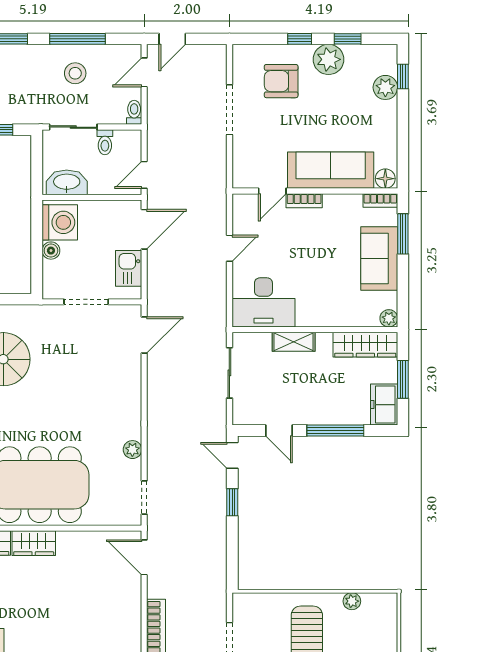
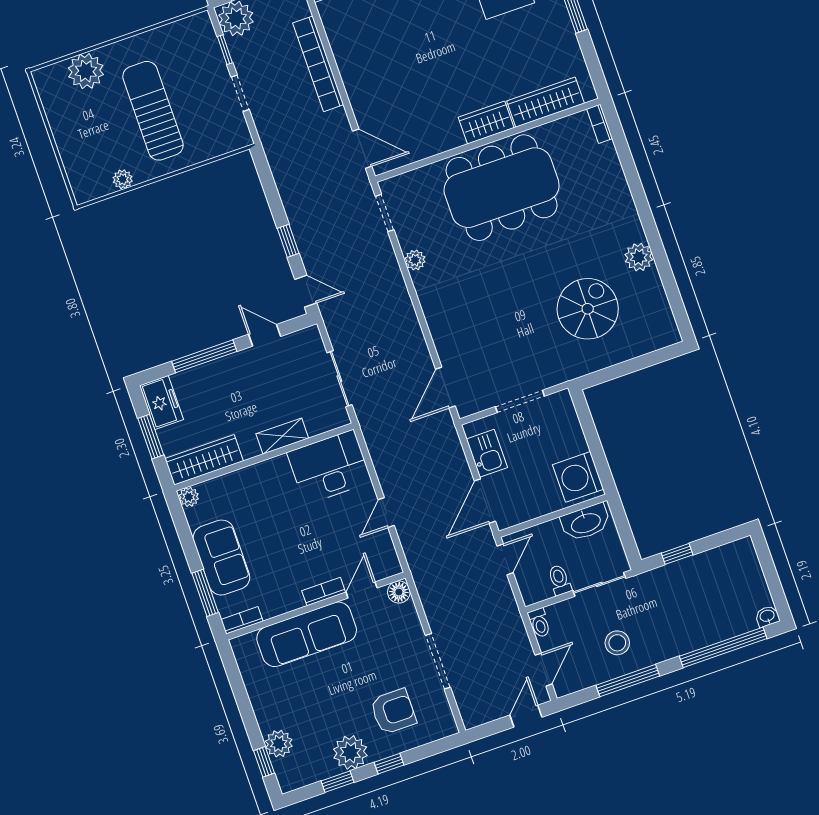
floor lamp: (385, 179) -> (399, 592), moved
boiler: (51, 251) -> (577, 443), removed

